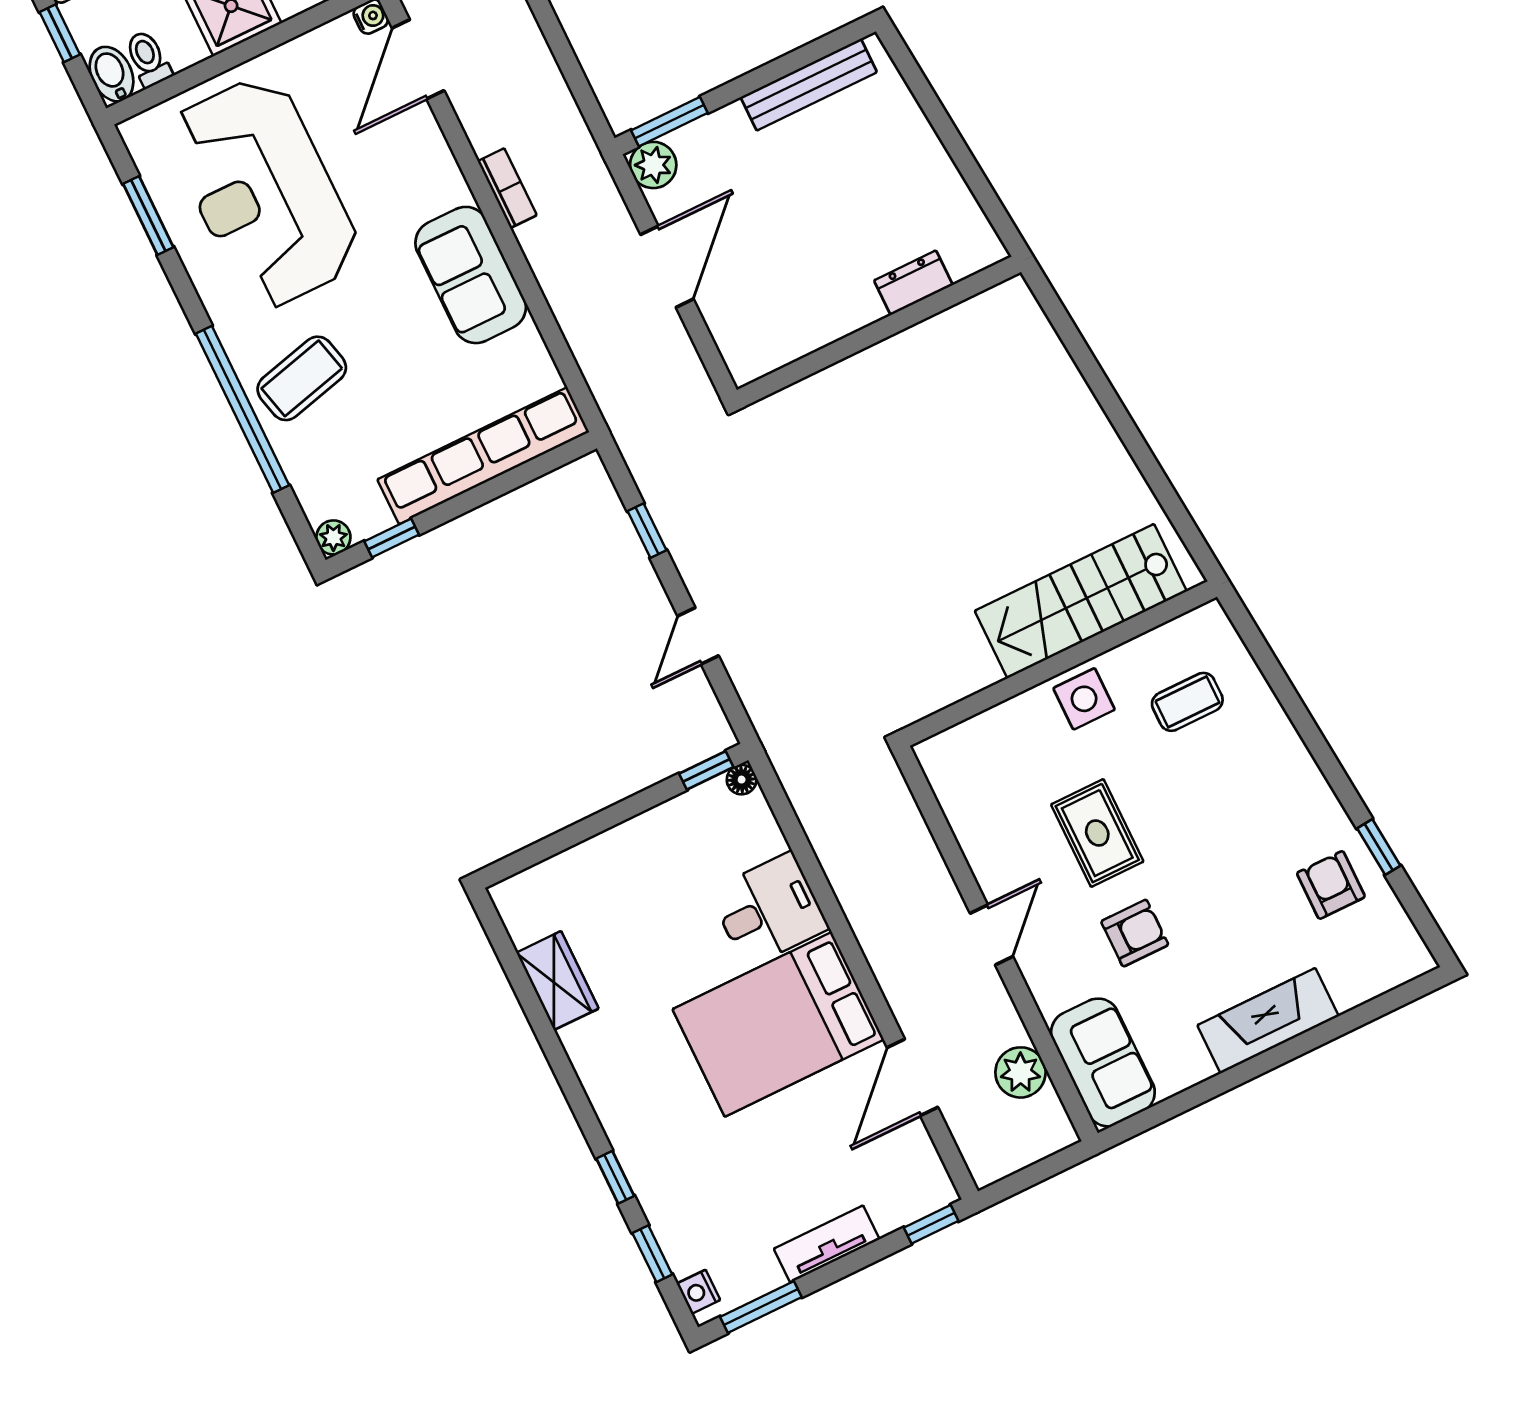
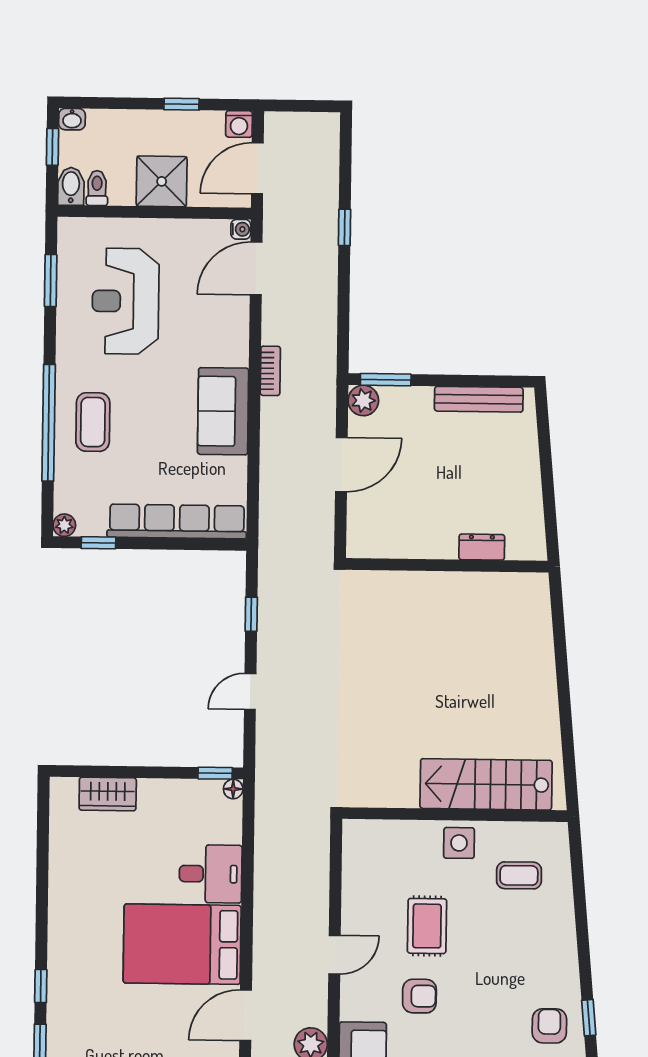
reception desk: (264, 192) -> (126, 301), width x0.74, depth x0.77
coffee table: (302, 378) -> (93, 422), turned -76
wardrobe: (557, 981) -> (108, 794), moved, turned 90

